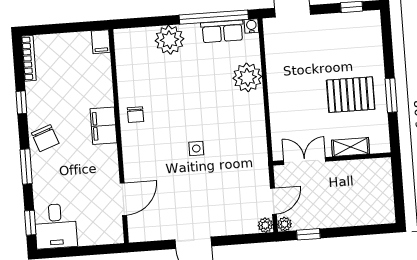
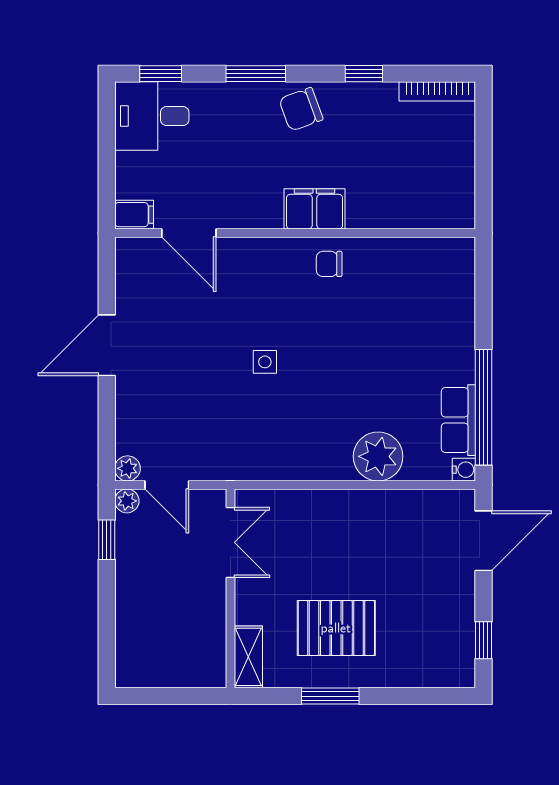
plant: (169, 40) -> (451, 330), removed
filing cabinet: (101, 42) -> (134, 215), moved, turned 180
pallet: (351, 95) -> (336, 628), turned 90
shelving: (351, 147) -> (248, 657), moved

